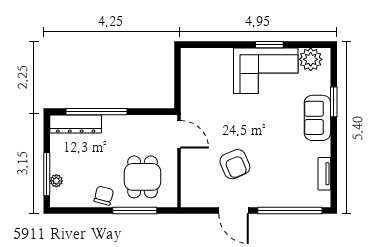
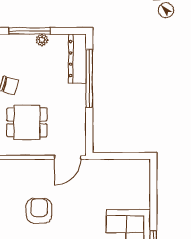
armchair: (235, 164) -> (39, 211), turned 113
plant: (56, 181) -> (42, 40), moved

